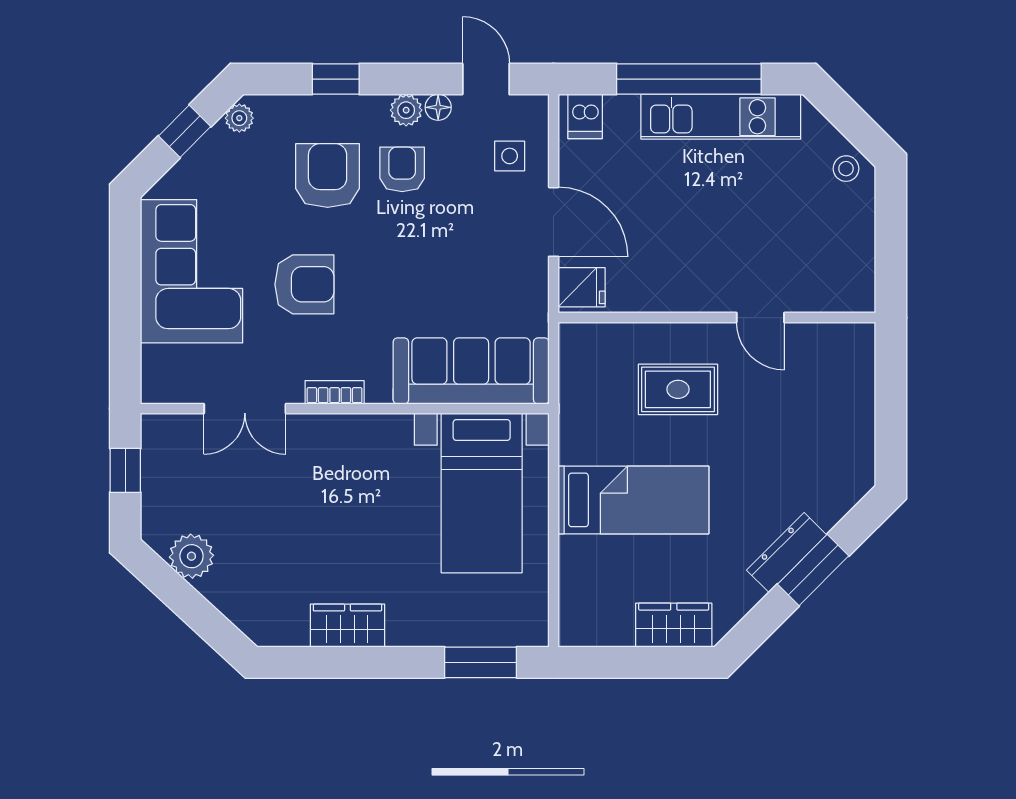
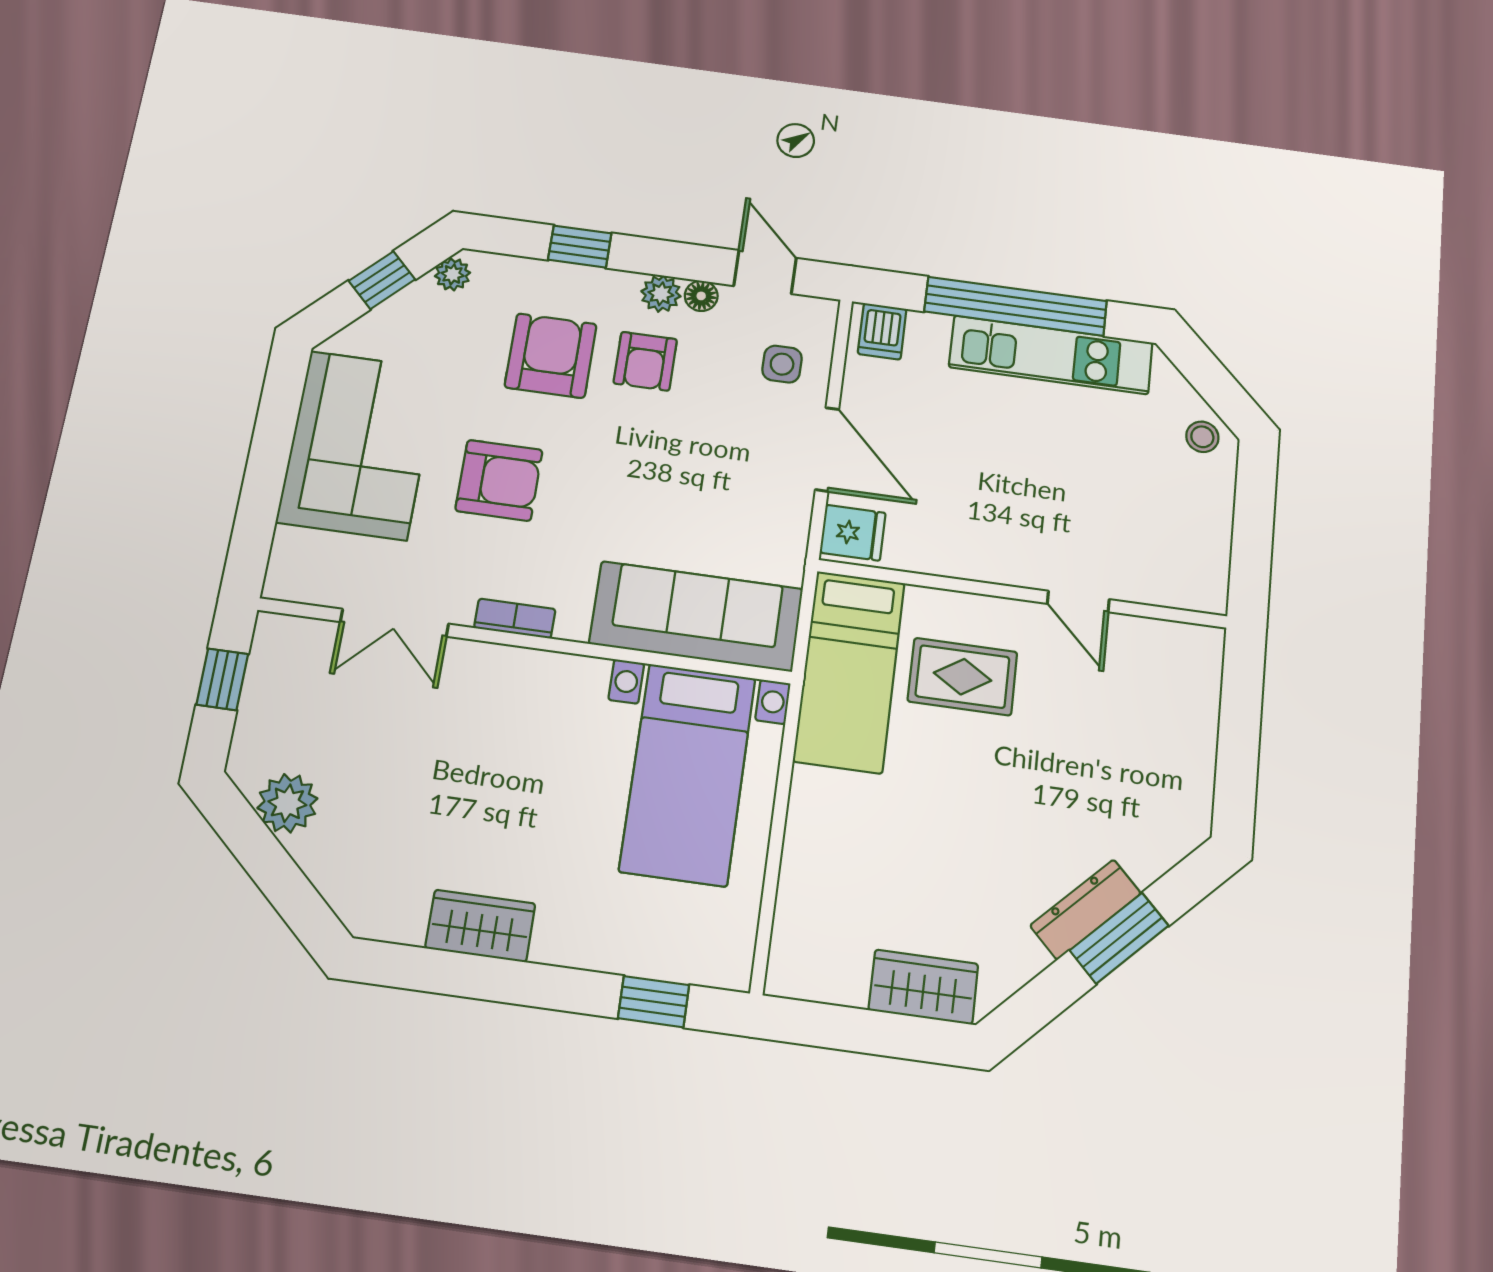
armchair: (402, 169) -> (645, 361), turned 180
bed: (633, 500) -> (849, 671), moved, turned 90
window: (481, 662) -> (654, 1002), width x0.67

